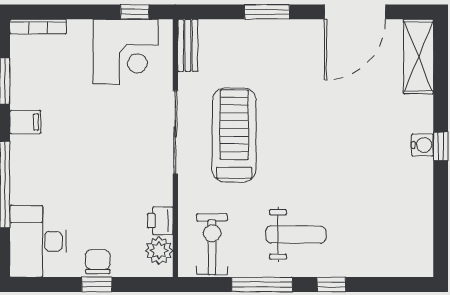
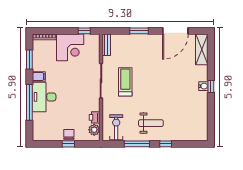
corner desk: (126, 52) -> (70, 47), moved
treadmill: (234, 135) -> (125, 82), width x0.73, depth x0.73
desk: (38, 241) -> (44, 97), moved

